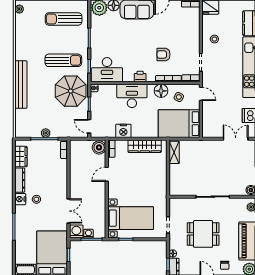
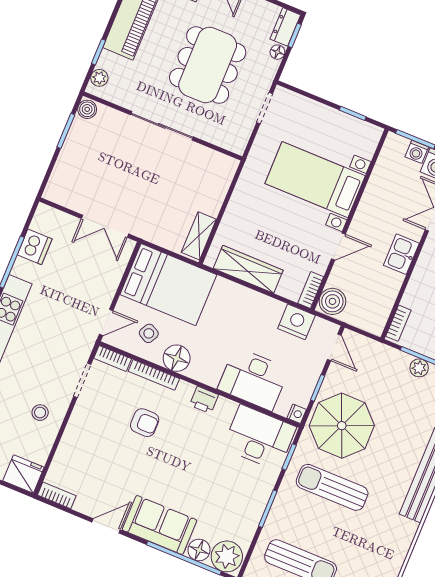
door: (201, 94) -> (106, 322), swing flipped
desk: (132, 96) -> (253, 379), moved
nightstand: (123, 131) -> (296, 322), moved
double door: (236, 139) -> (105, 226), moved
kitchen sink: (76, 183) -> (401, 254), added
bed with nightstands: (131, 218) -> (315, 180), moved
dining table: (203, 234) -> (208, 65), width x1.37

